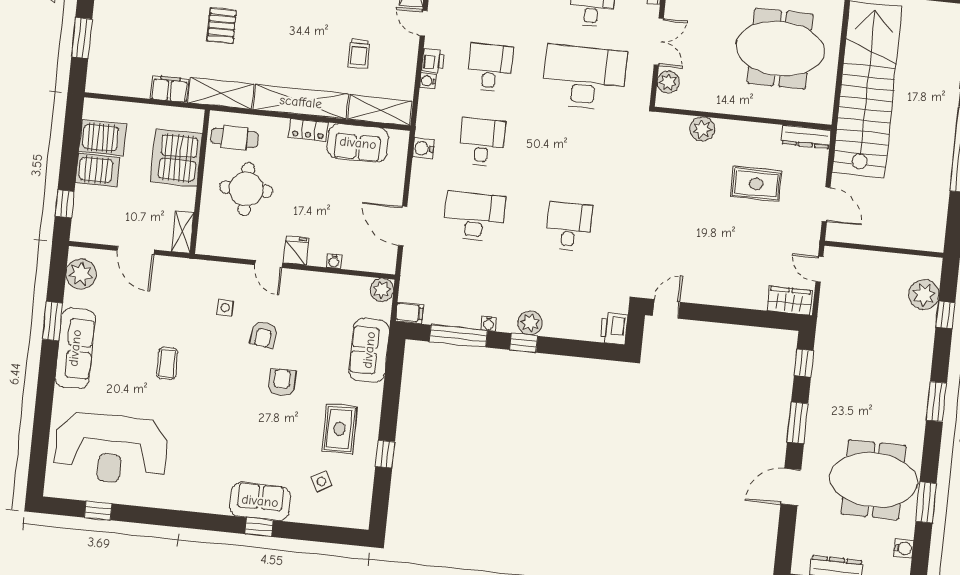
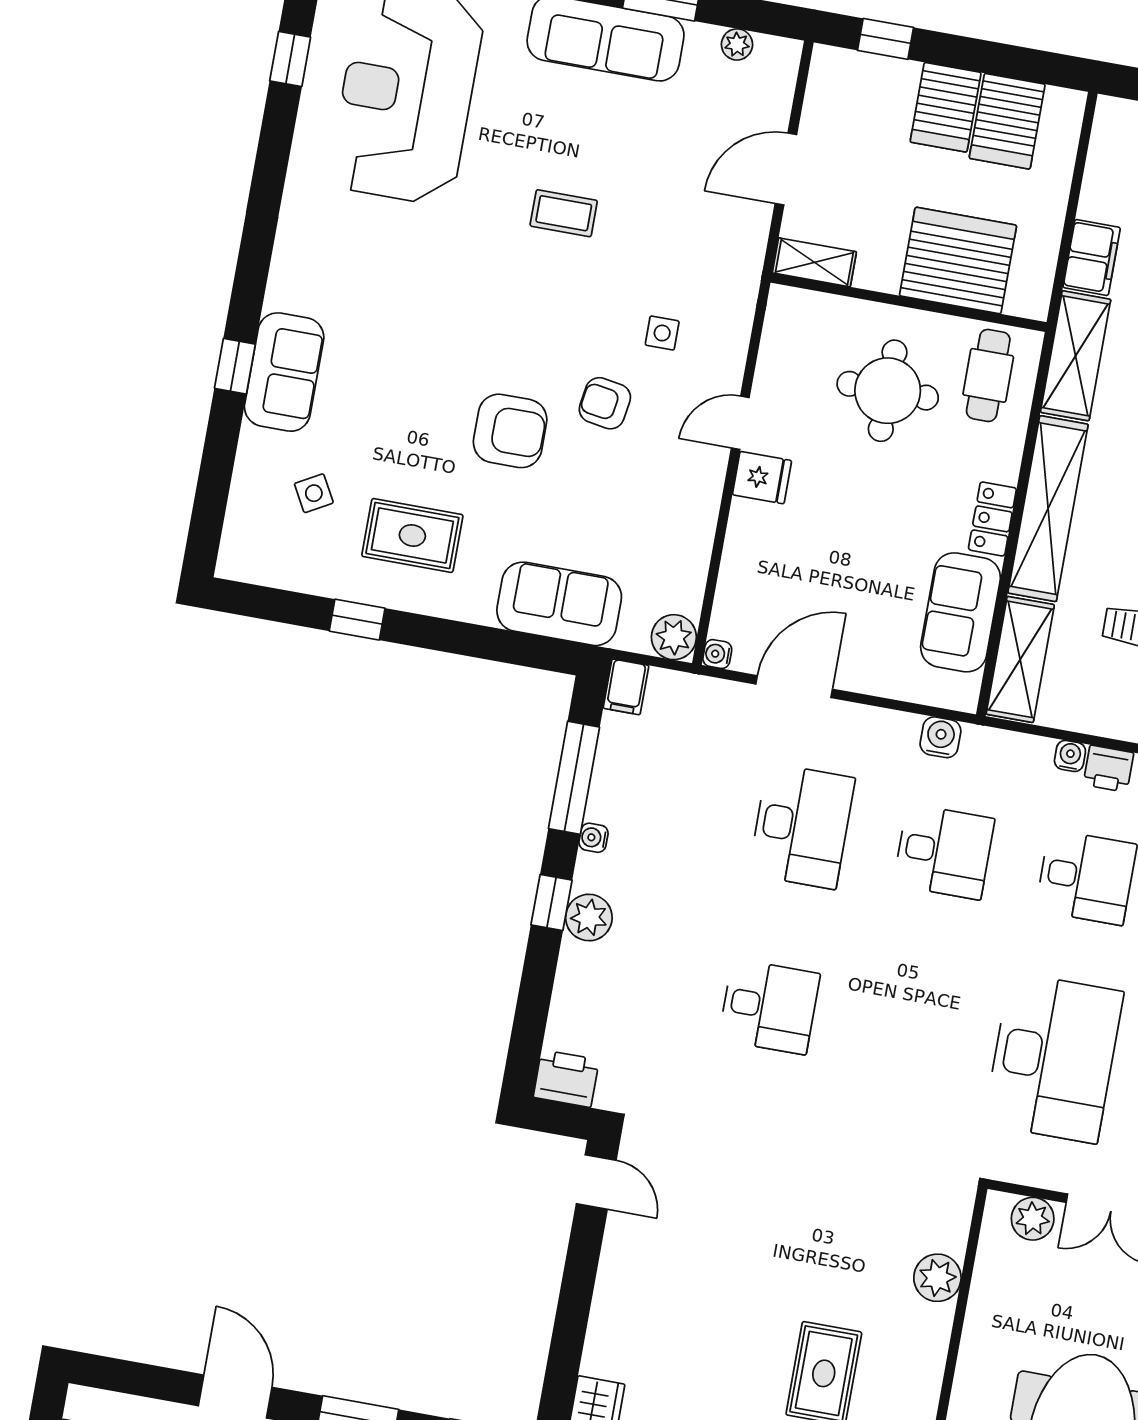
water cooler: (334, 261) -> (717, 654), moved
plant: (81, 274) -> (737, 44), width x0.53, depth x0.53
armchair: (282, 382) -> (510, 431), width x1.38, depth x1.38

